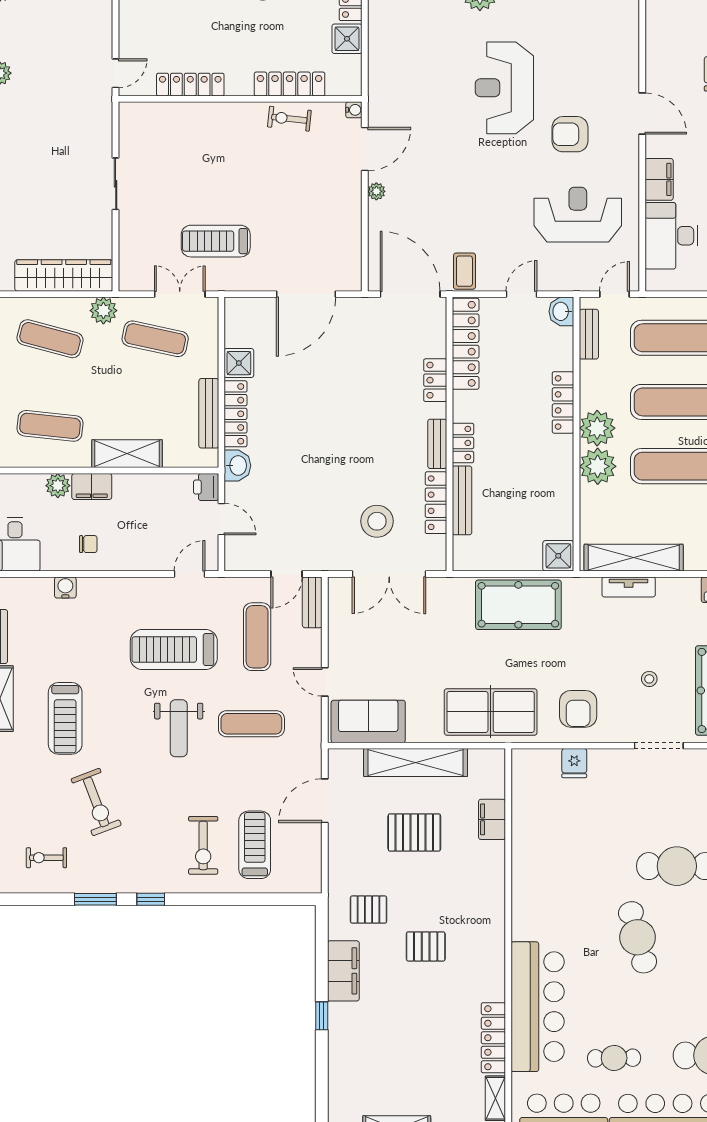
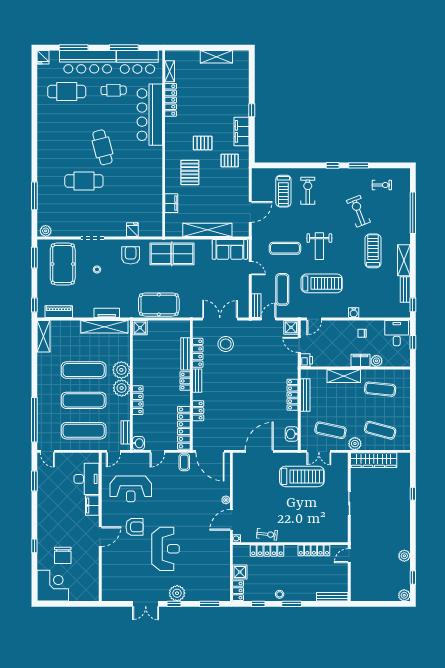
door: (642, 114) -> (100, 537), swing flipped
treadmill: (216, 241) -> (302, 476), width x1.37, depth x1.38
shower: (239, 363) -> (291, 327), moved
washbasin: (237, 466) -> (292, 434), moved
water cooler: (65, 587) -> (354, 313), moved
weight bench: (179, 728) -> (319, 246), turned 180
pallet: (414, 832) -> (190, 173), moved, turned 90

